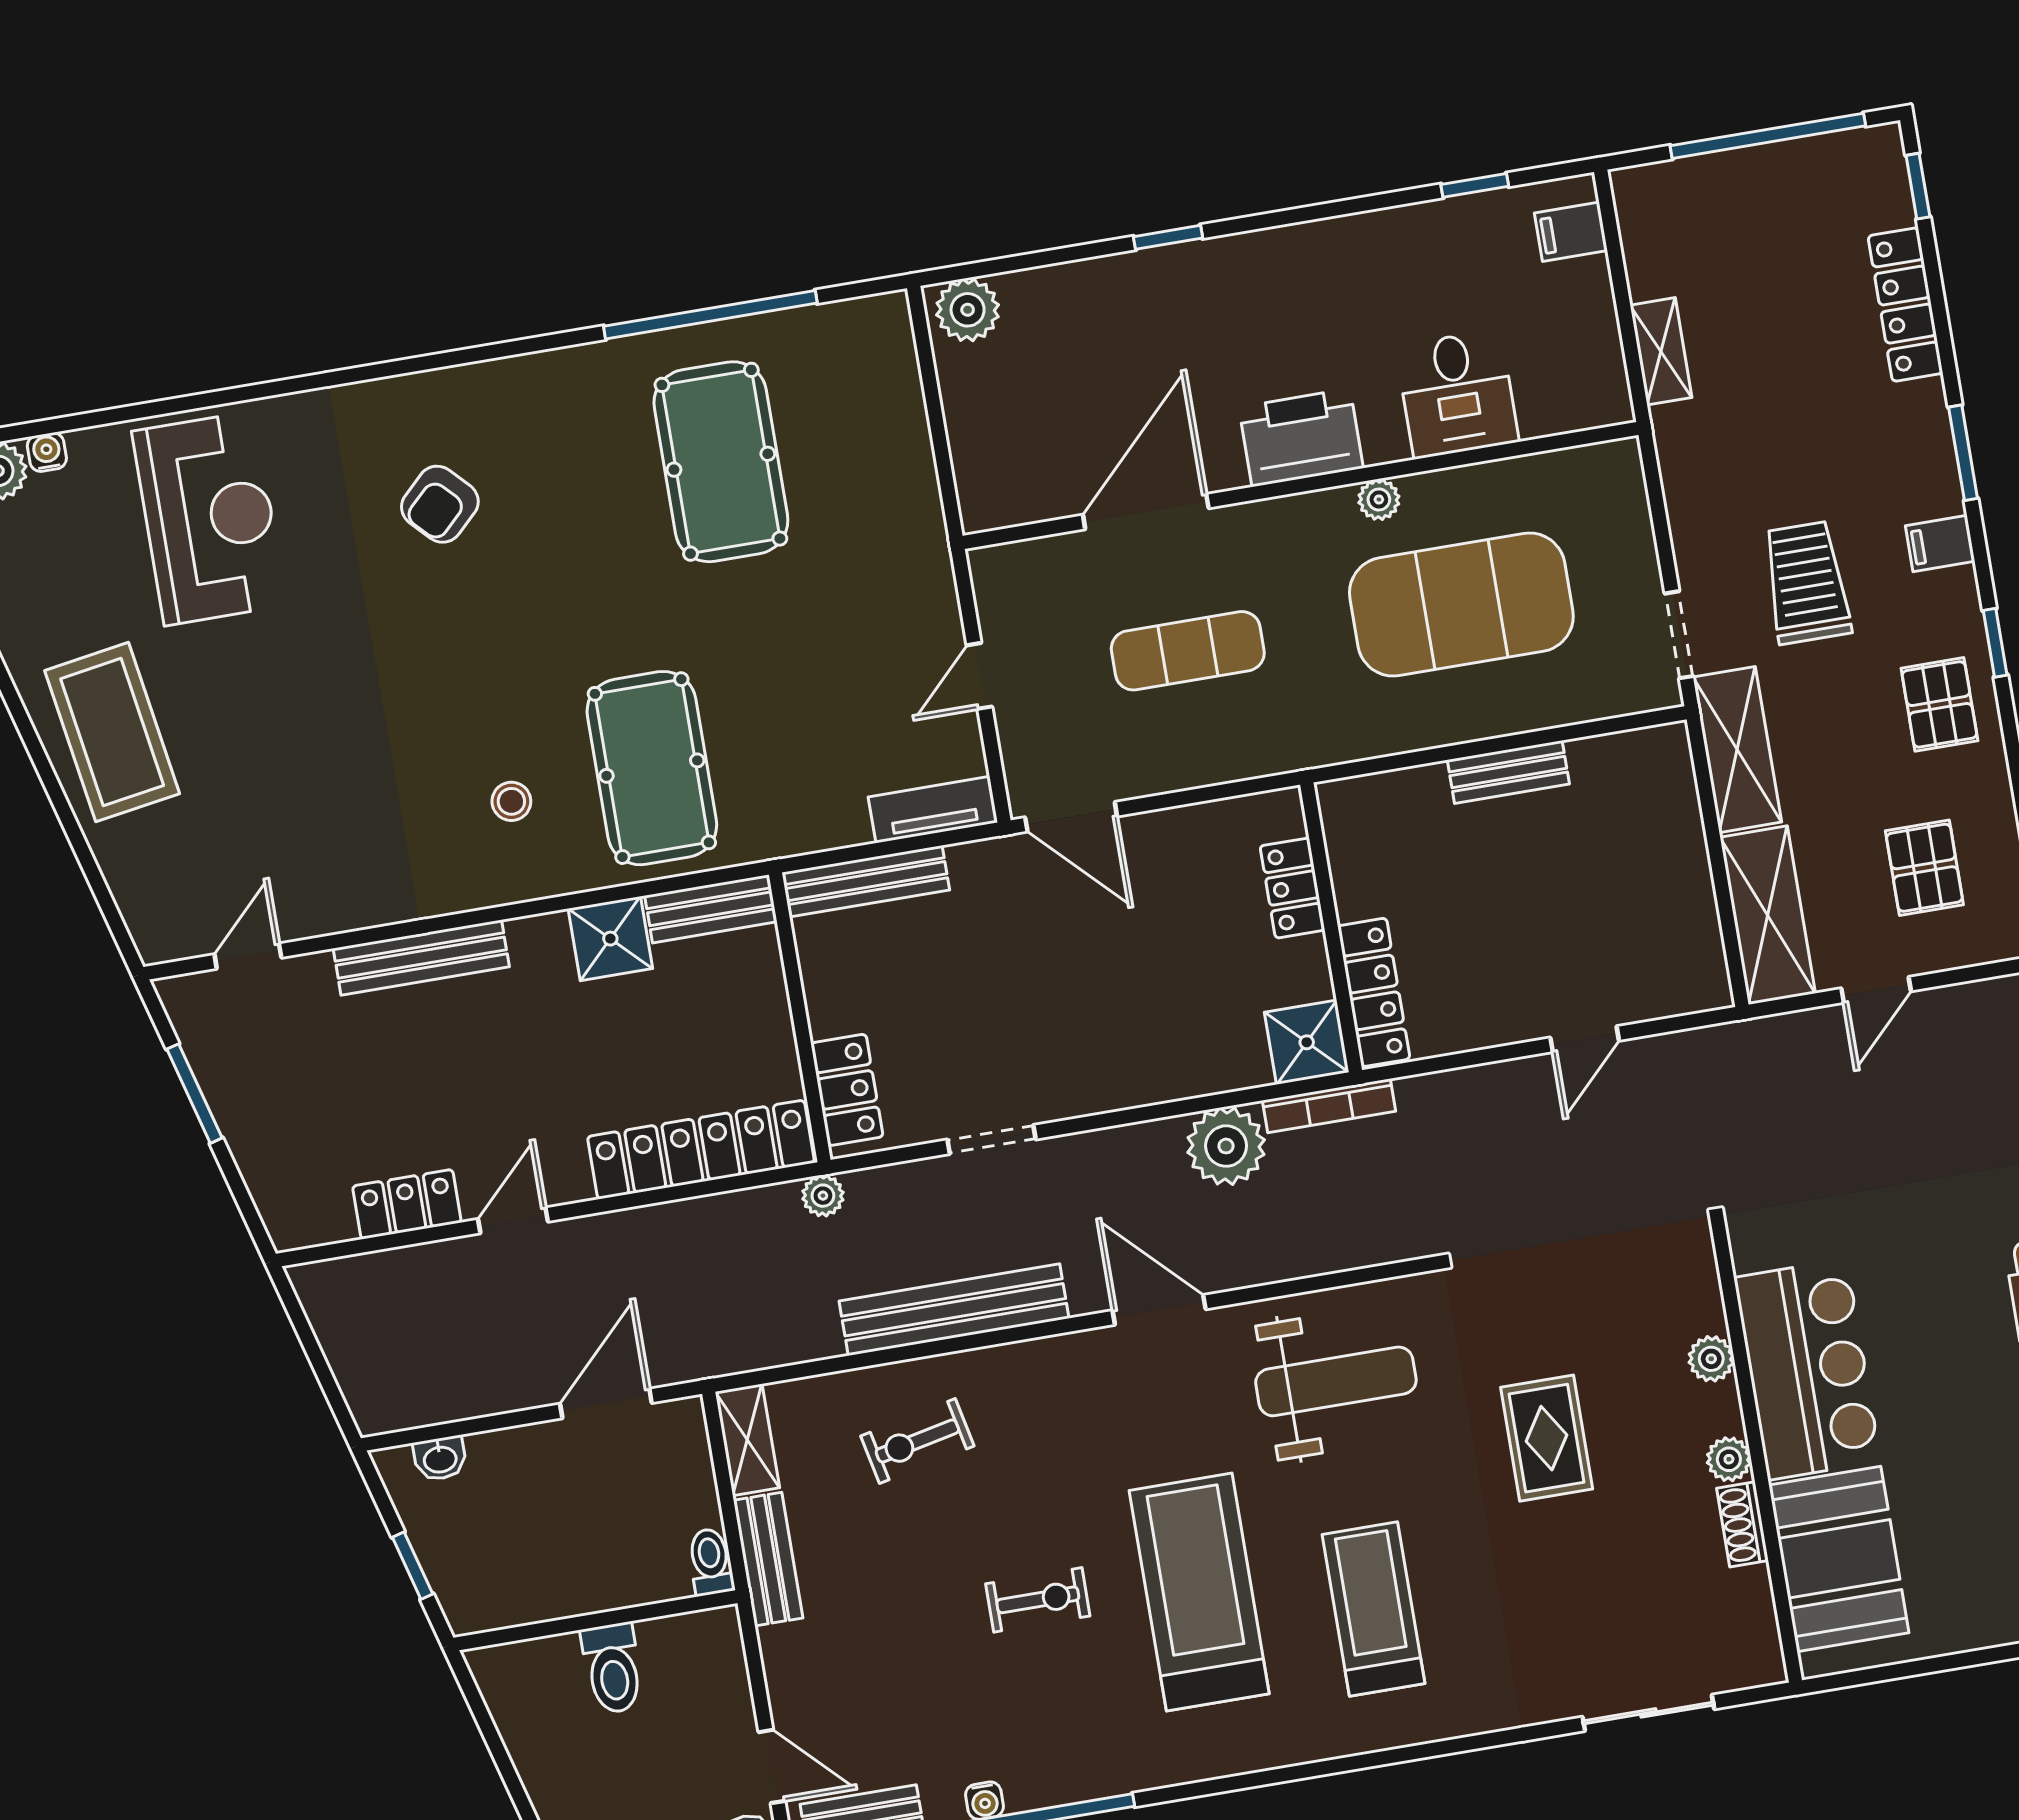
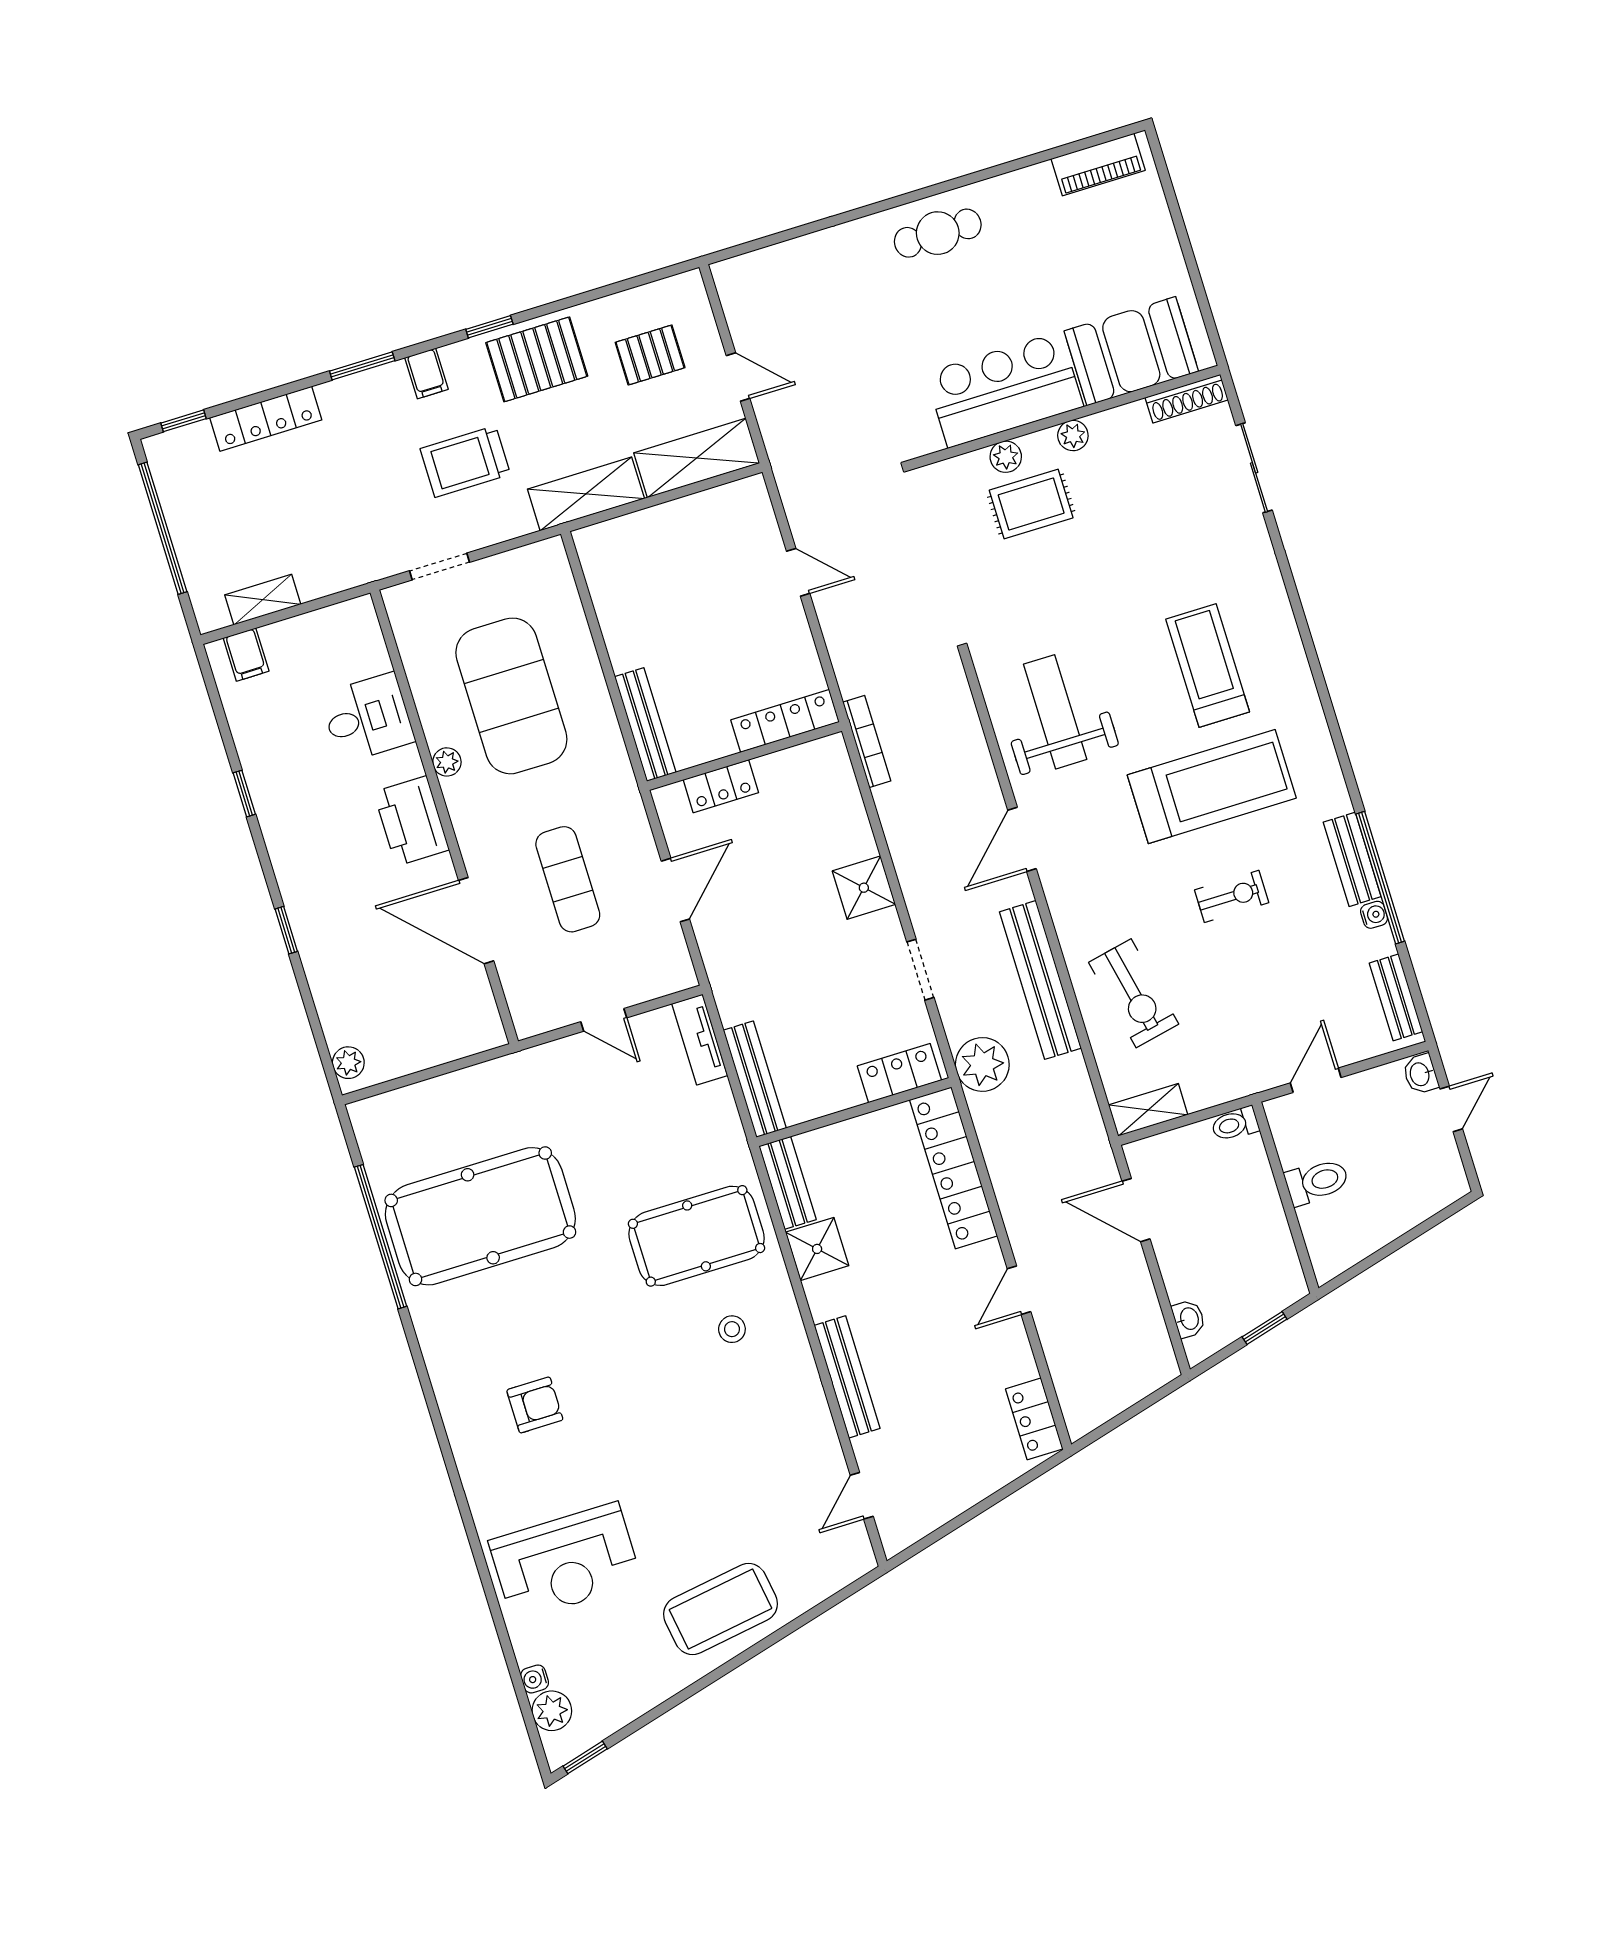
window: (1475, 185) -> (244, 794), moved
plant: (968, 310) -> (348, 1063), width x0.73, depth x0.73
shelving: (1661, 351) -> (263, 600), moved
pool table: (721, 462) -> (480, 1216), width x1.36, depth x1.32
armchair: (440, 504) -> (535, 1405), turned -46
reception desk: (209, 518) -> (565, 1562), turned 180
doorway: (1679, 635) -> (439, 566), moved
pallet: (1939, 704) -> (537, 359), width x1.50, depth x1.42
bench: (1508, 772) -> (645, 725), moved, width x1.36
door: (1071, 817) -> (675, 890), moved
door: (248, 956) -> (862, 1496), hinge flipped
shower: (1307, 1042) -> (864, 888), moved
window: (194, 1094) -> (961, 1520), removed
plant: (1226, 1146) -> (904, 808), removed
plant: (823, 1196) -> (982, 1064), width x1.87, depth x1.87
locker: (407, 1204) -> (1034, 1419), moved
door: (513, 1220) -> (1019, 1290), hinge flipped
rug: (1547, 1438) -> (1031, 504), moved
exercise bike: (917, 1441) -> (1134, 993), width x1.38, depth x1.39
shoe rack: (1742, 1524) -> (1187, 399), moved, width x1.43
bench: (768, 1559) -> (1352, 859), moved, turned 90
treadmill: (1199, 1592) -> (1212, 787), turned 180
exercise bike: (1038, 1600) -> (1232, 896), turned 90
treadmill: (1374, 1609) -> (1208, 666), turned 90
door: (772, 1766) -> (1316, 1080), moved

